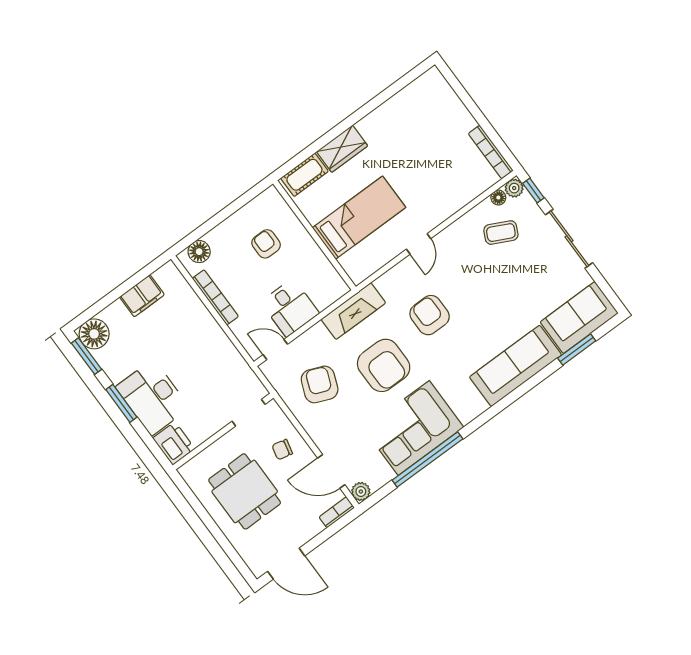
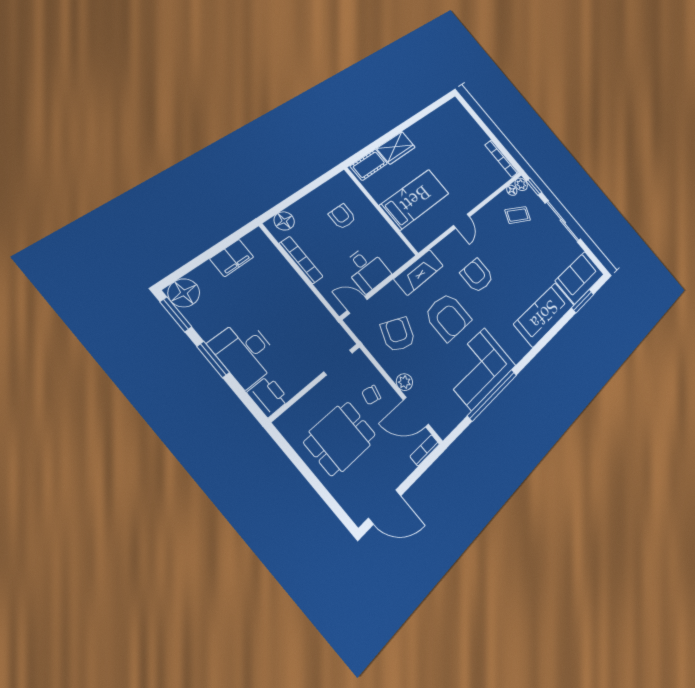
dining table: (245, 491) -> (340, 438), turned 90
plant: (361, 492) -> (404, 382), moved

